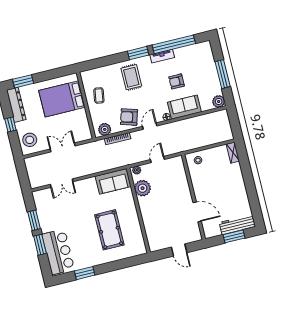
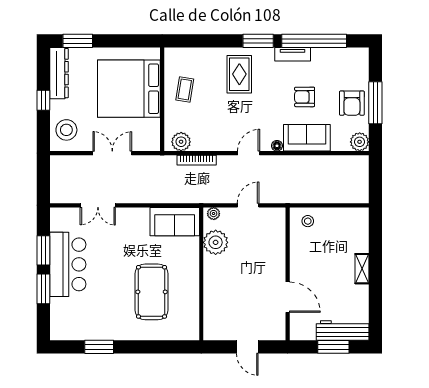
bed: (62, 99) -> (129, 89), width x1.36
armchair: (129, 117) -> (352, 103), moved, turned -107
shelving: (233, 153) -> (362, 269), moved
bar counter: (58, 252) -> (68, 264), moved

